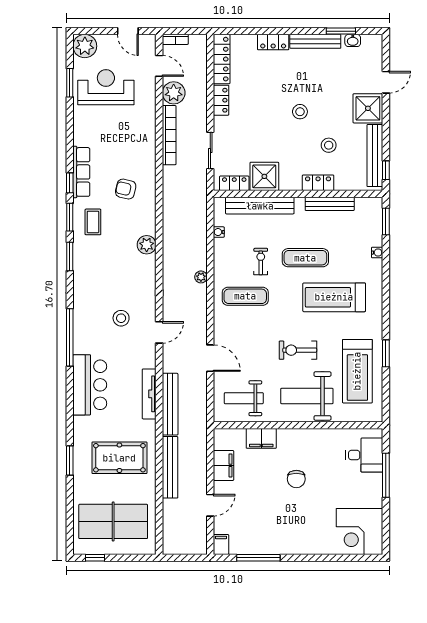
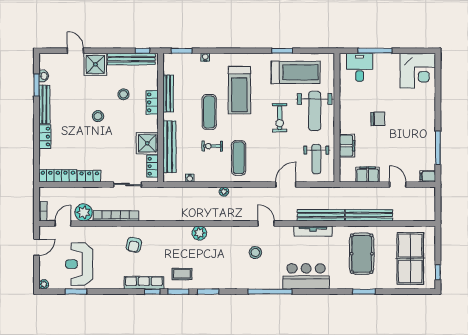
plant: (85, 46) -> (44, 284), width x0.53, depth x0.53
armchair: (126, 189) -> (134, 245), moved

